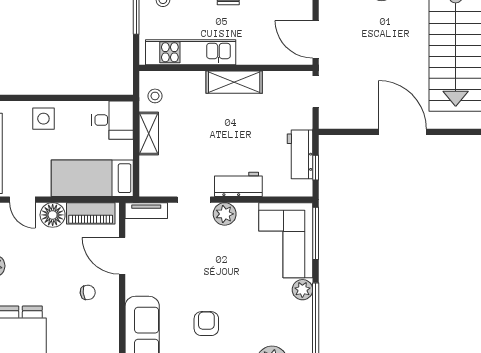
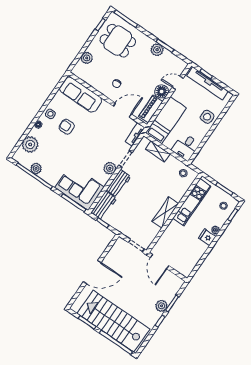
door: (316, 39) -> (160, 262), swing flipped
shelving: (149, 133) -> (158, 152), moved
workbench: (300, 154) -> (104, 206), moved, turned 90
plant: (302, 290) -> (36, 168), moved
armchair: (206, 324) -> (67, 127), turned 180

